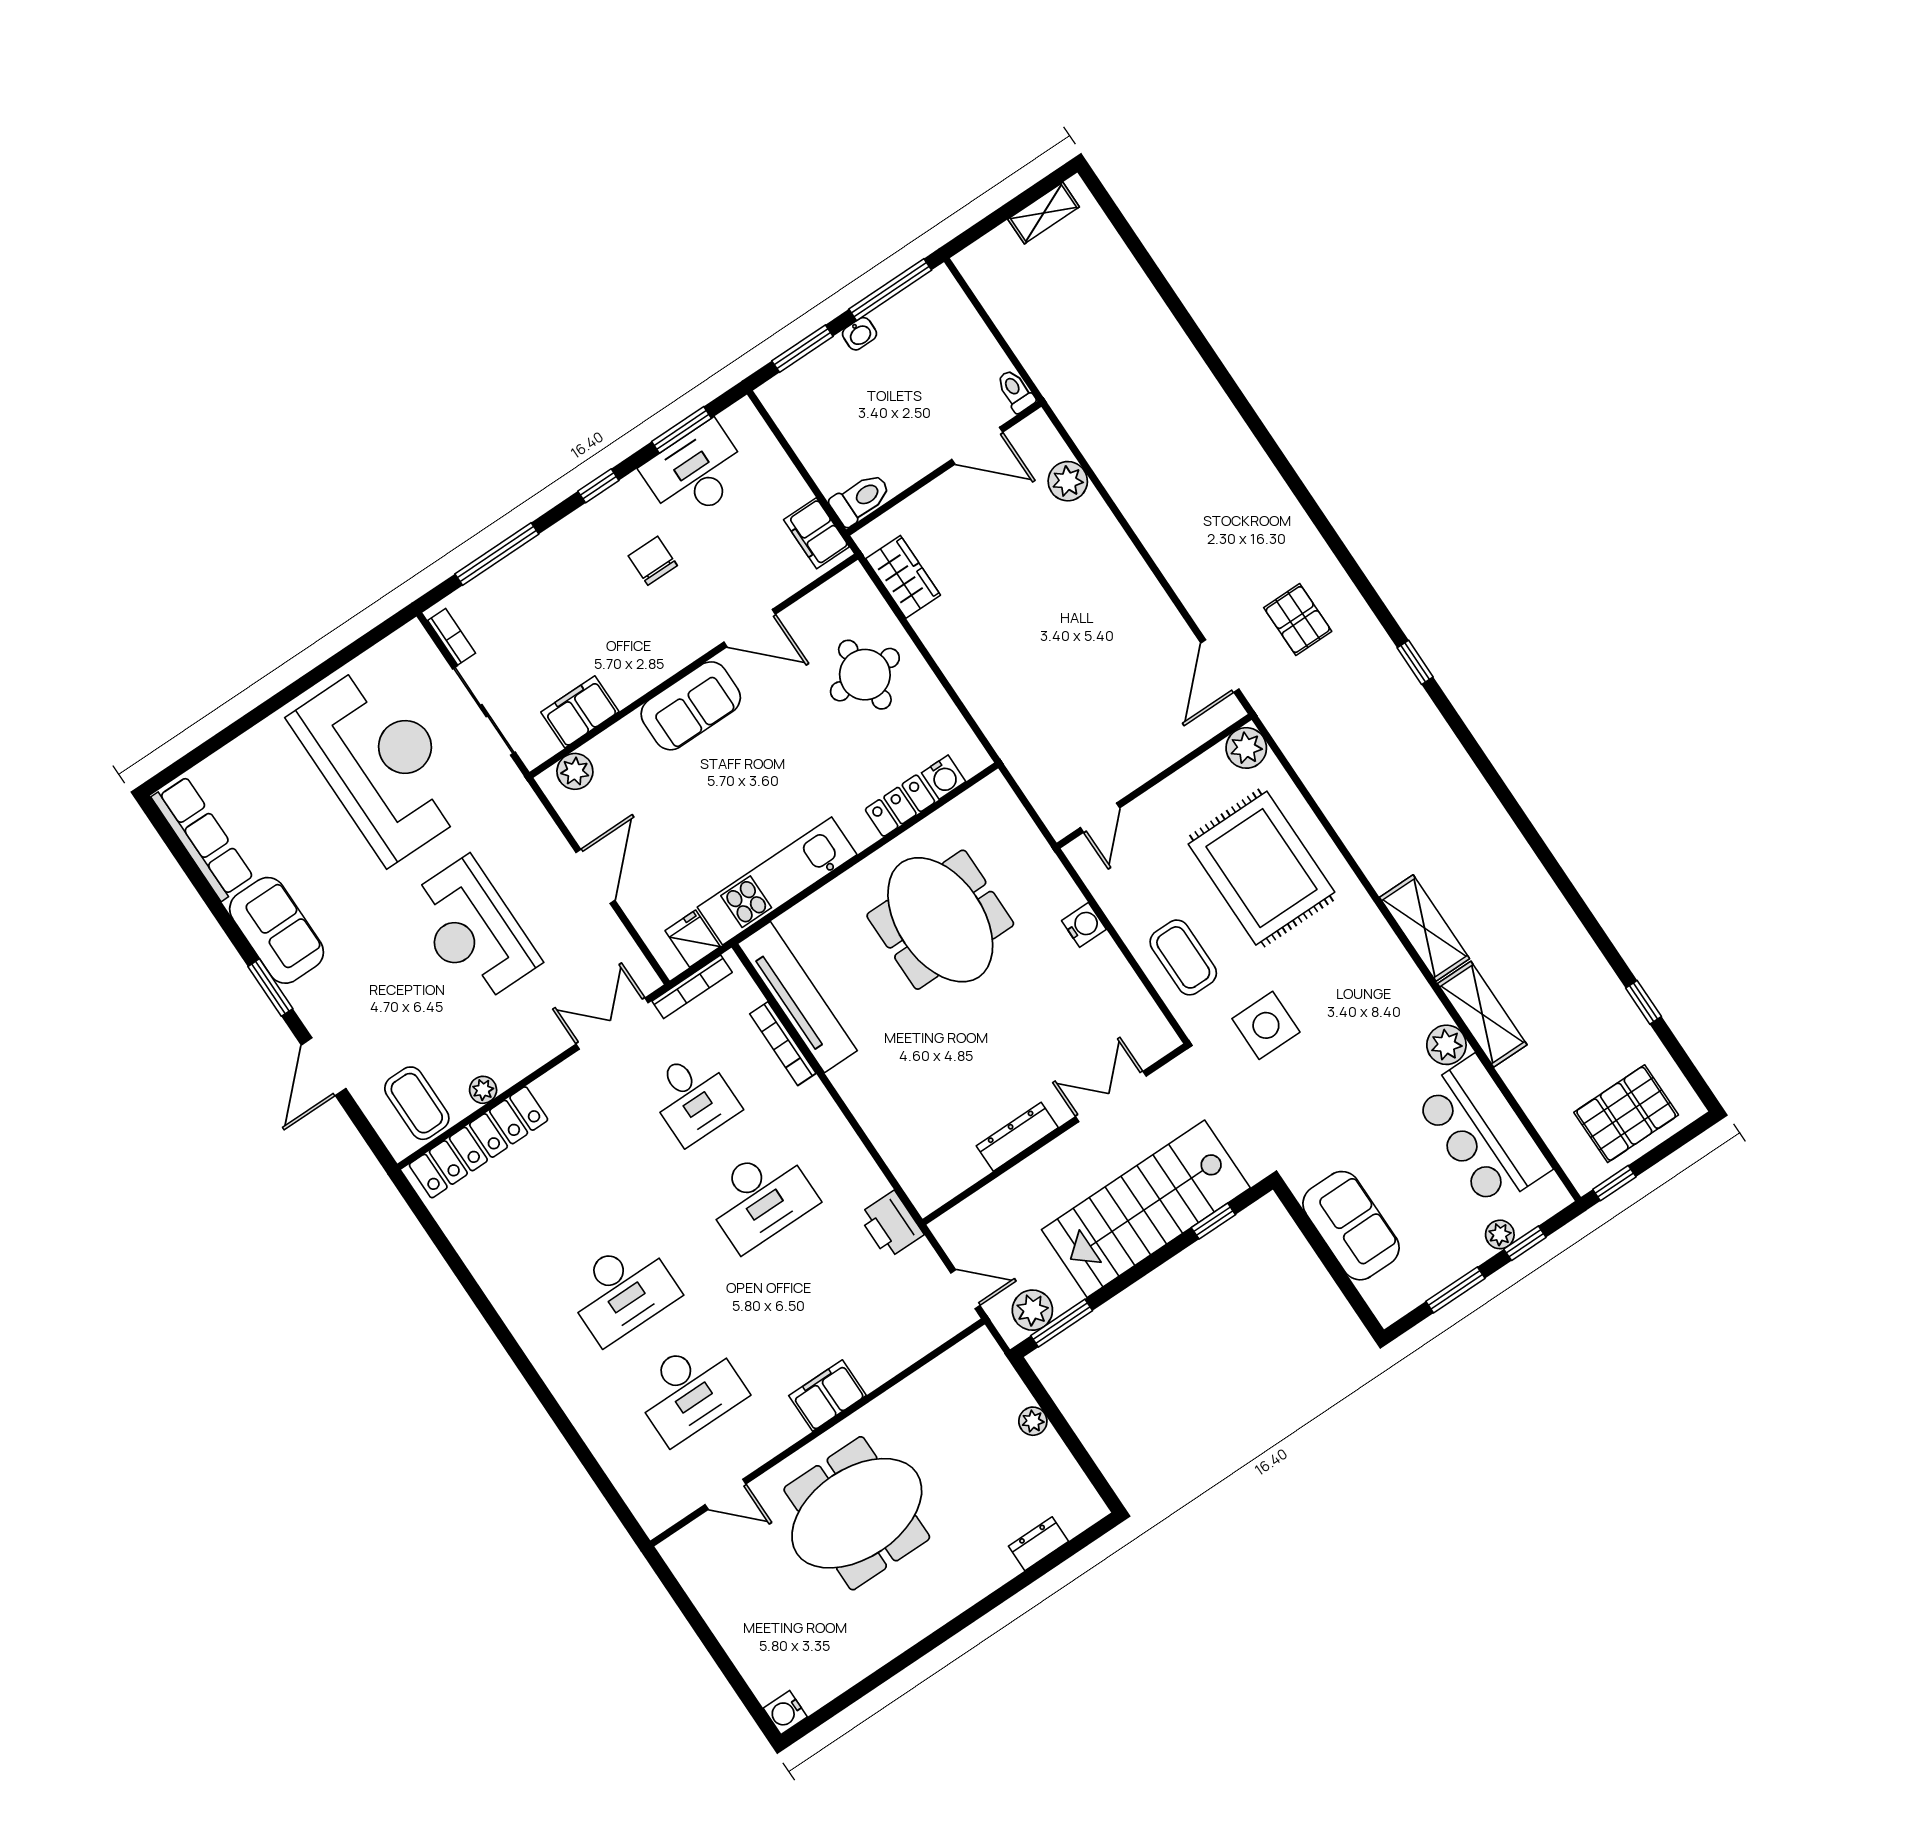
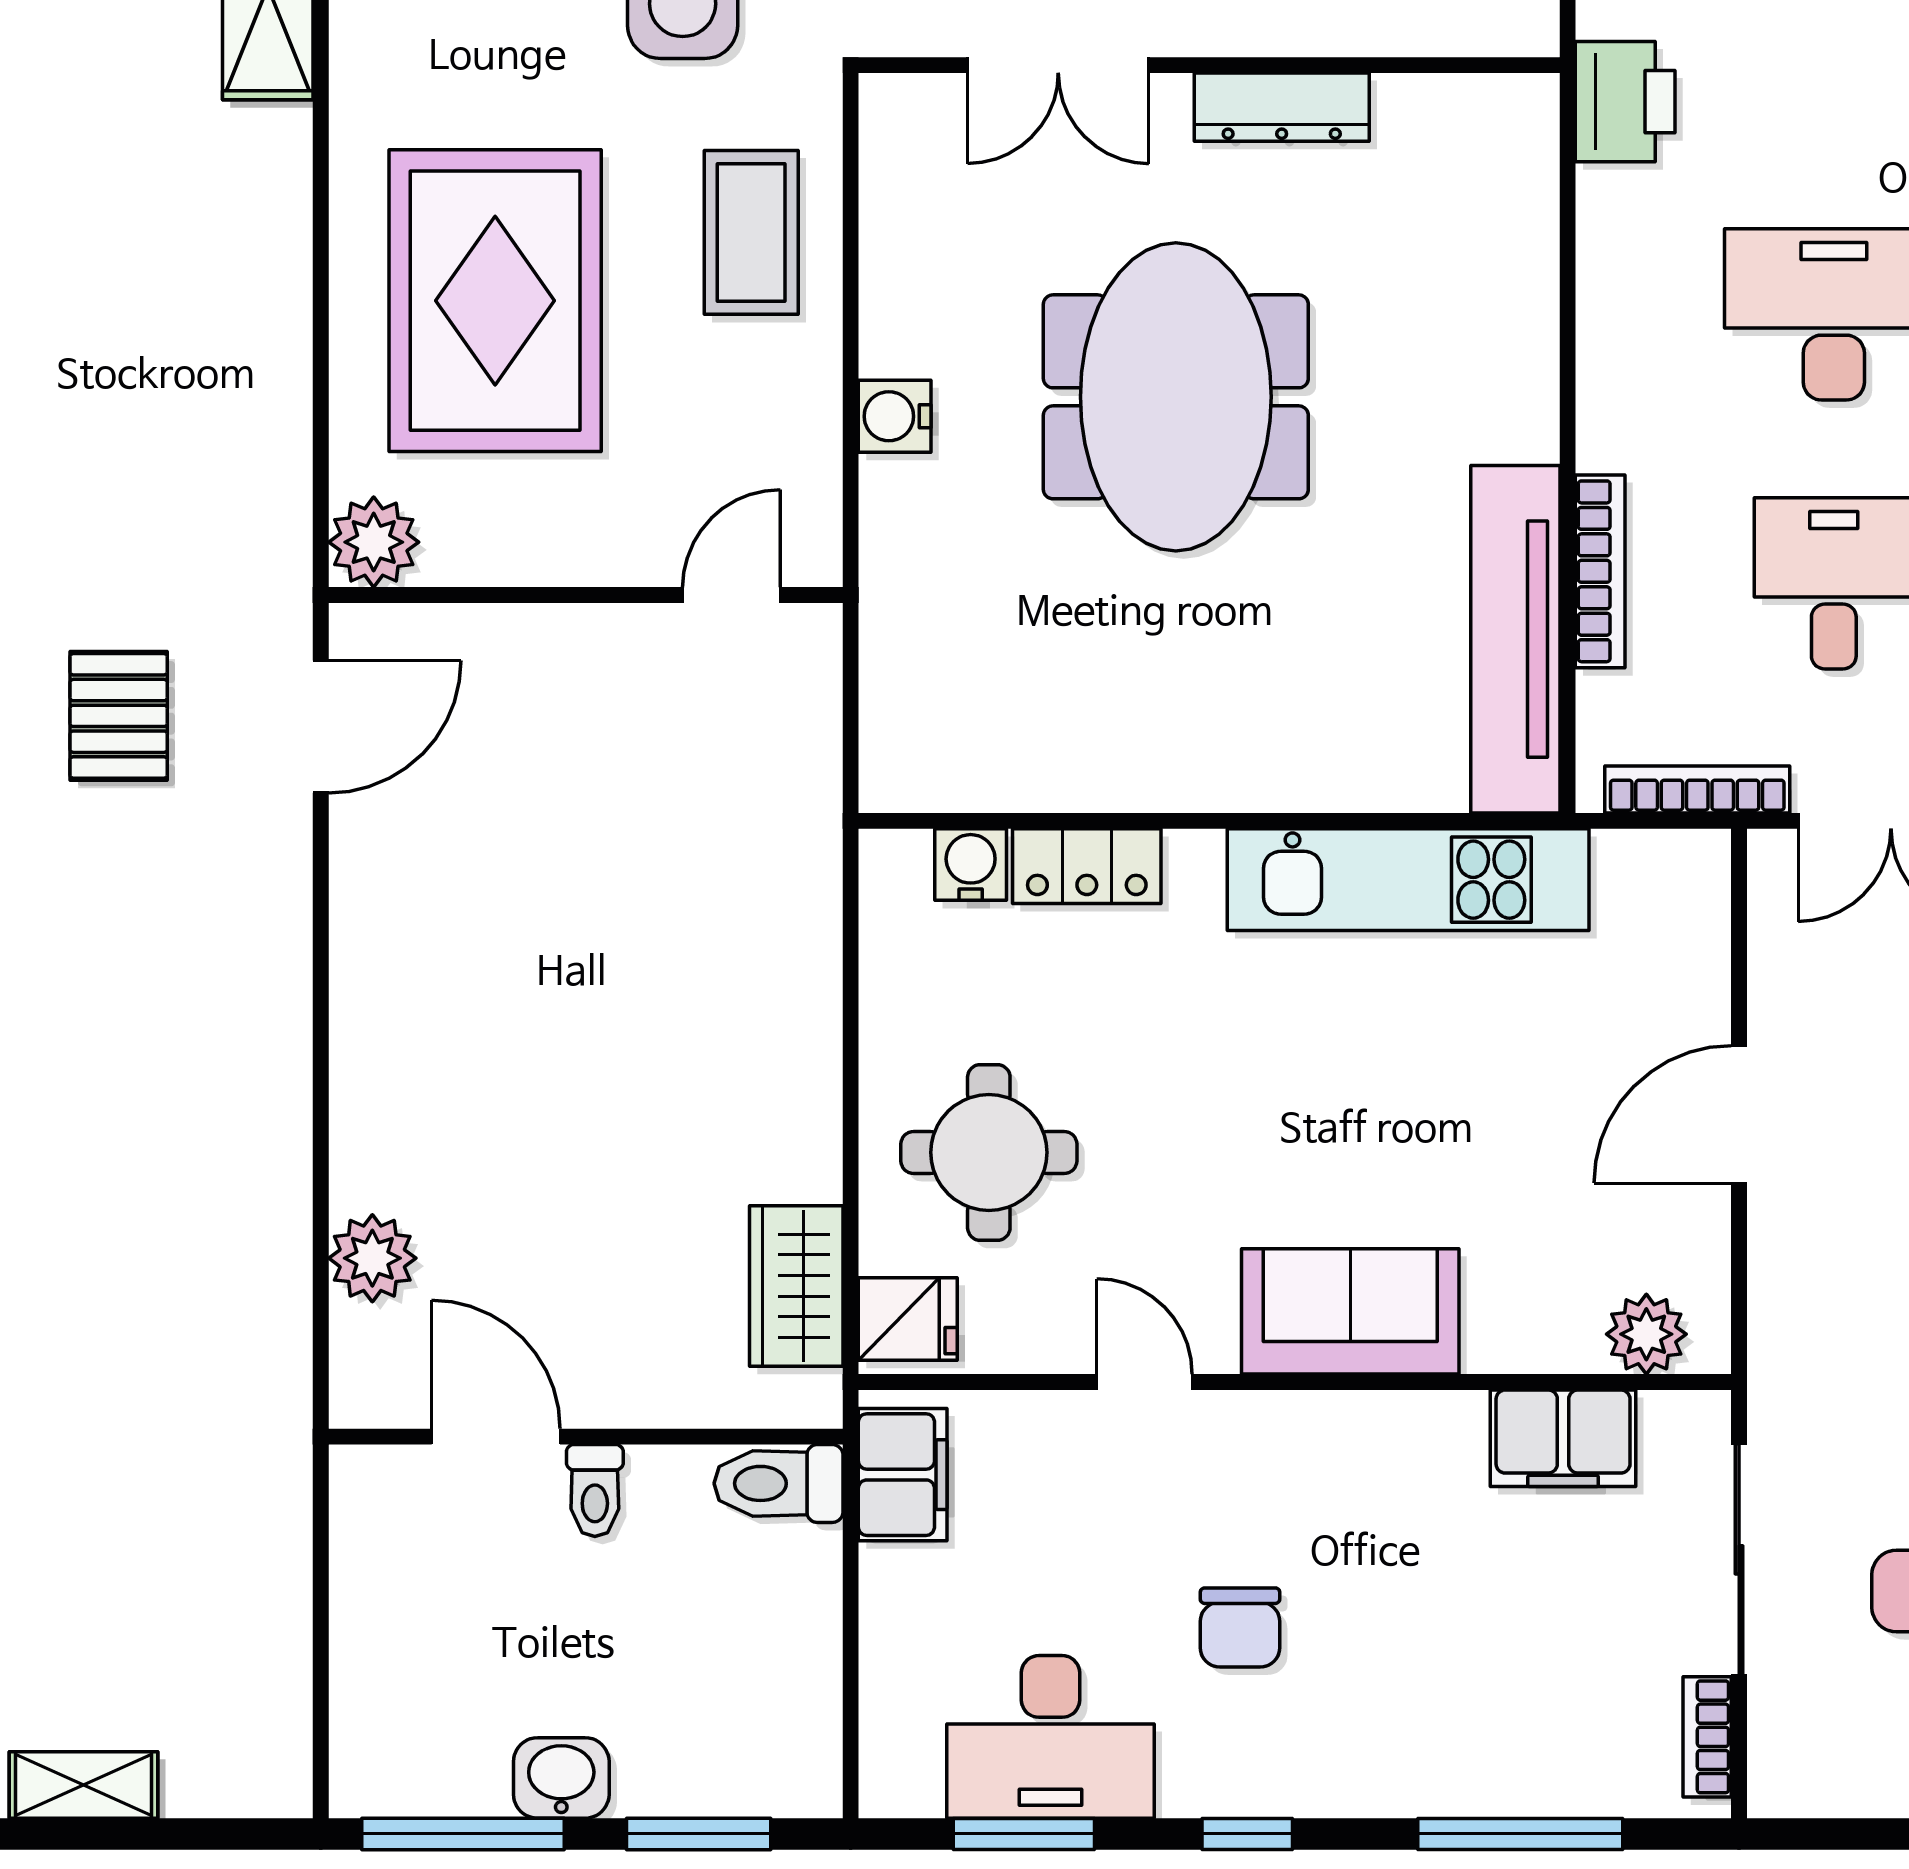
washbasin: (860, 334) -> (561, 1778), width x1.38, depth x1.45
toilet: (1015, 391) -> (595, 1490), moved
door: (750, 628) -> (1144, 1382), width x0.73
meeting table: (940, 920) -> (1176, 397), moved
fridge: (693, 939) -> (908, 1319), moved, turned -90

